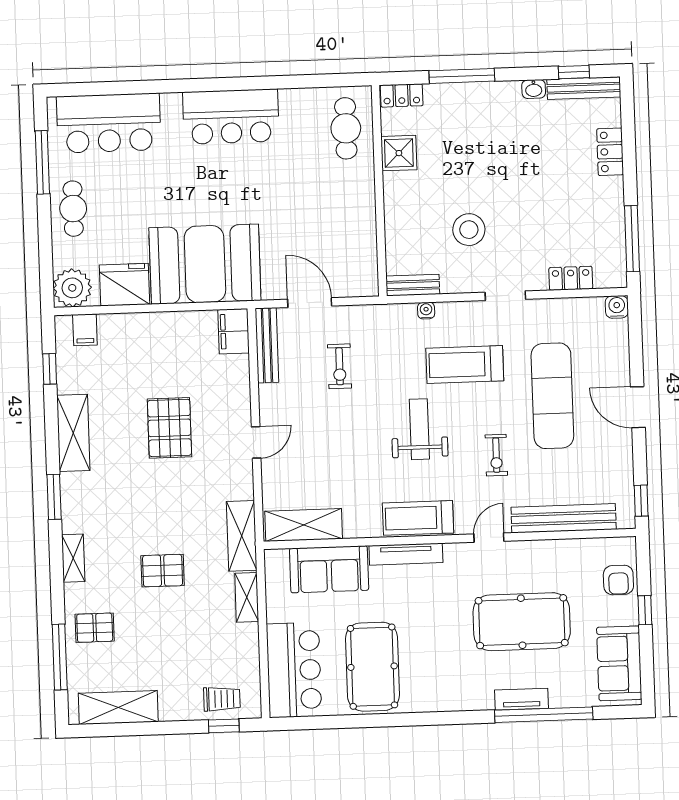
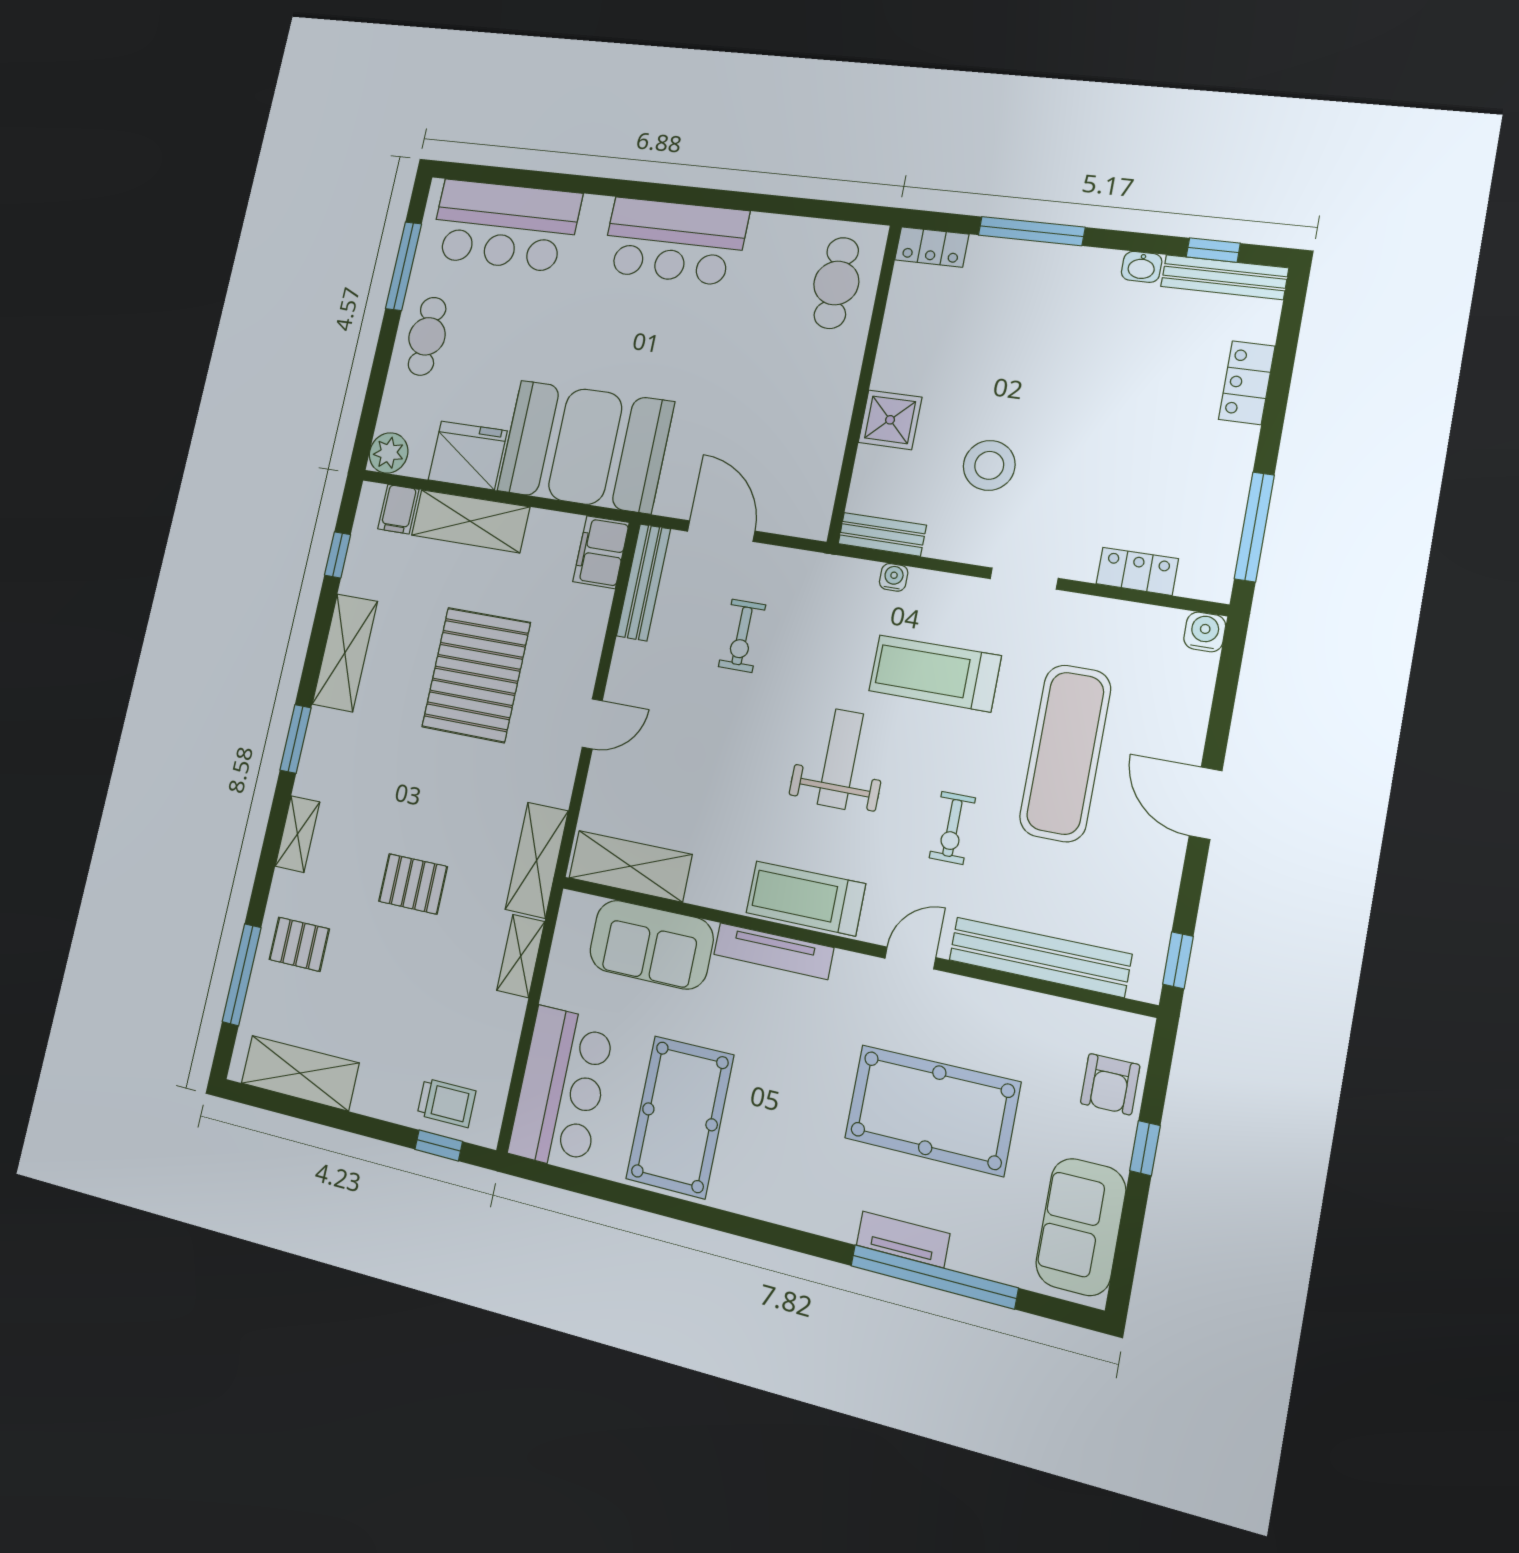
shower: (399, 153) -> (890, 420), moved
plant: (72, 288) -> (389, 453), width x0.73, depth x0.73
shelving: (138, 328) -> (470, 521), added
pallet: (169, 428) -> (476, 675), width x1.37, depth x1.41

